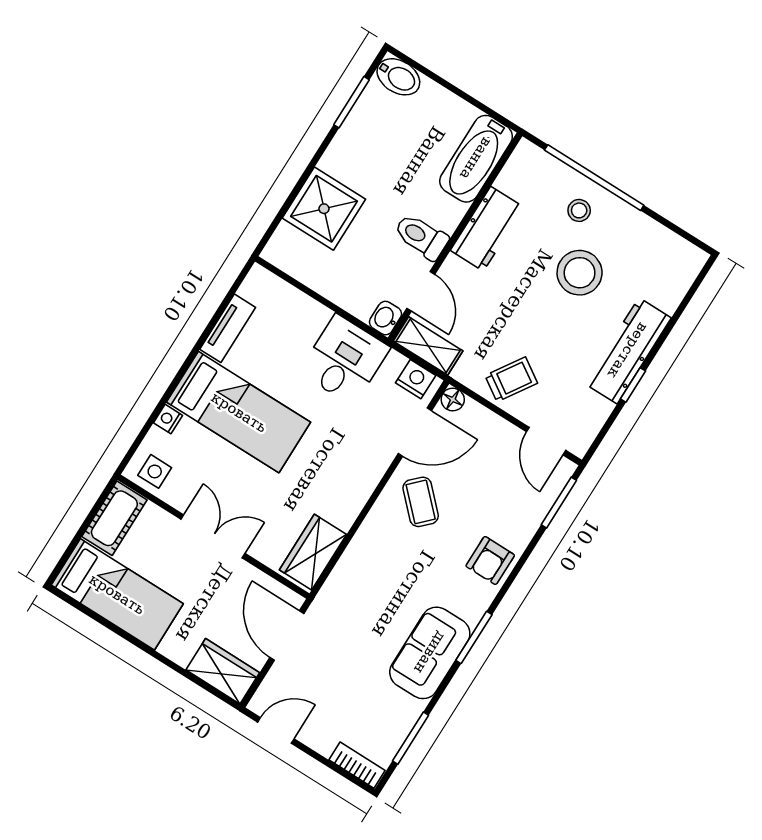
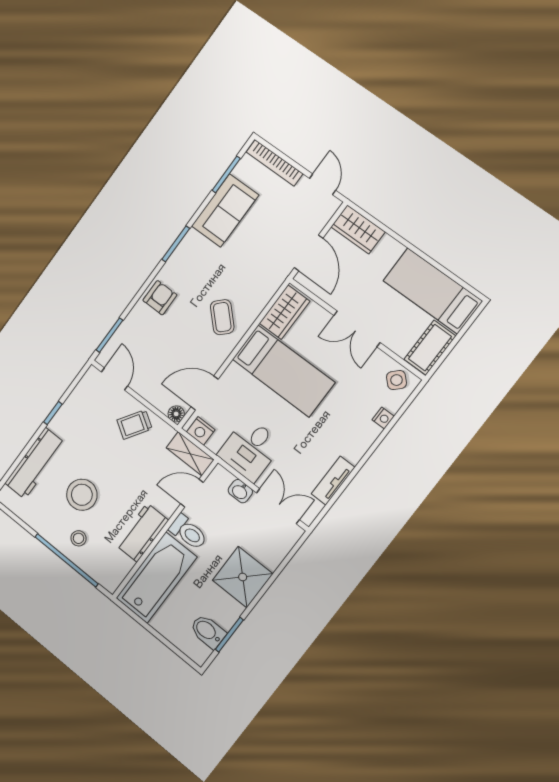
bidet: (398, 77) -> (208, 631), moved
bathtub: (476, 159) -> (156, 578), width x1.36, depth x1.36
shower: (324, 209) -> (243, 577), moved
double door: (299, 286) -> (278, 506), added
door: (421, 291) -> (192, 493), hinge flipped
washbasin: (385, 318) -> (240, 491), moved, turned 90
workbench: (628, 351) -> (35, 463), moved
bed: (239, 412) -> (283, 371), moved, turned 180
side table: (155, 471) -> (396, 380), turned 45
coffee table: (421, 502) -> (222, 317), moved
sofa: (430, 653) -> (225, 211), moved
door: (276, 730) -> (323, 184), swing flipped
bookcase: (357, 765) -> (274, 163), width x1.56

